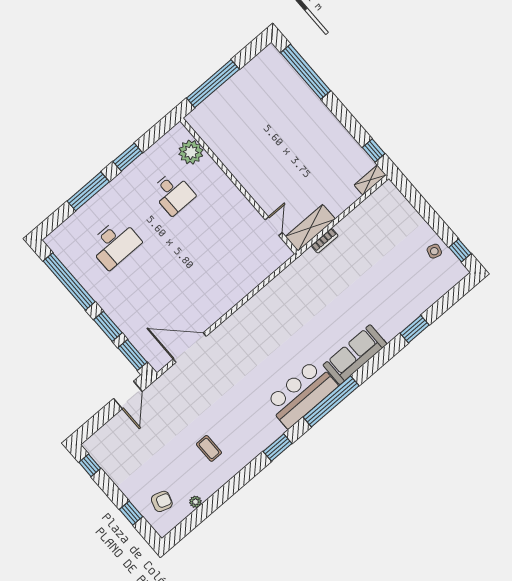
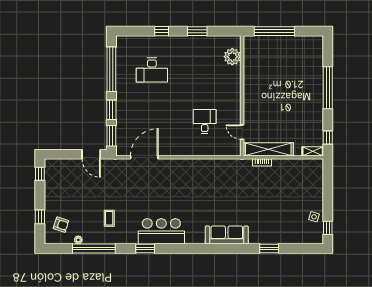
window: (306, 72) -> (328, 88), moved
window: (88, 191) -> (162, 31), width x0.46
desk: (173, 193) -> (205, 122), moved, turned 180
door: (274, 226) -> (242, 132), swing flipped
shelving: (310, 228) -> (268, 149), width x1.47
door: (190, 348) -> (144, 157), hinge flipped
bar counter: (301, 394) -> (161, 231), moved
door: (128, 395) -> (91, 154), hinge flipped
window: (331, 401) -> (94, 248), moved

